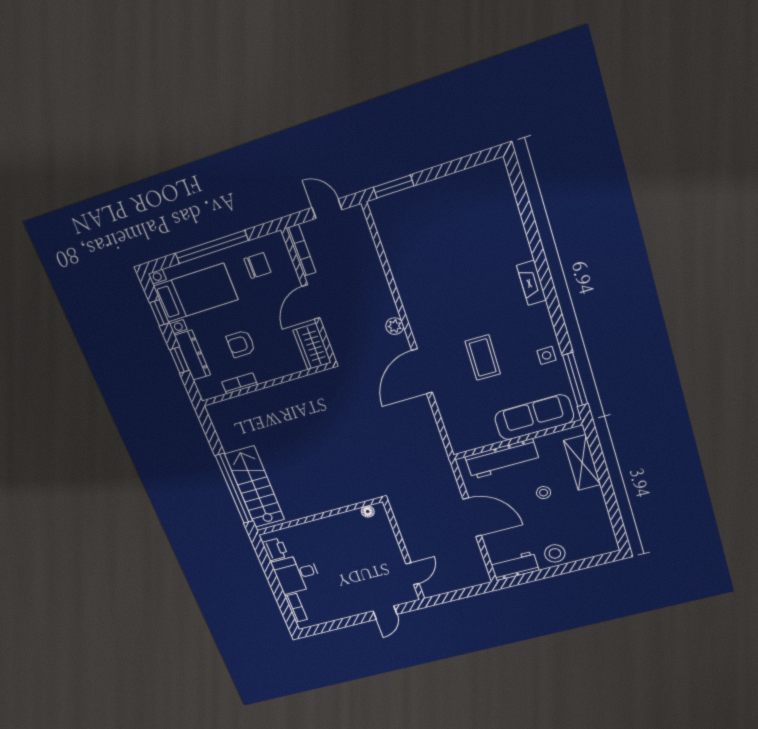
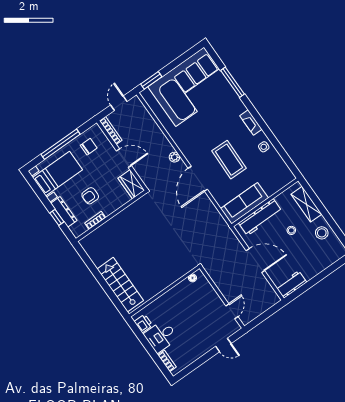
door: (327, 209) -> (119, 103), hinge flipped
corner sofa: (457, 219) -> (190, 87), added
fireplace: (531, 283) -> (251, 123), moved
door: (311, 302) -> (124, 158), swing flipped
window: (159, 313) -> (39, 192), removed
coffee table: (483, 358) -> (229, 160), width x1.36, depth x1.32
window: (575, 380) -> (233, 82), moved
sofa: (534, 417) -> (244, 203), moved
window: (234, 488) -> (108, 290), removed
stool: (555, 553) -> (322, 233), moved
door: (385, 613) -> (223, 345), hinge flipped

